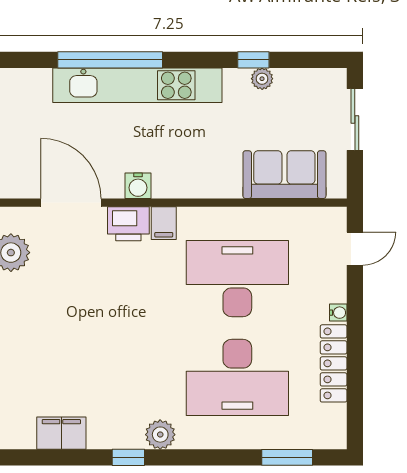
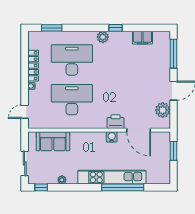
window: (253, 60) -> (41, 187), moved
filing cabinet: (164, 223) -> (101, 122), removed
desk: (237, 279) -> (72, 100), turned 180

